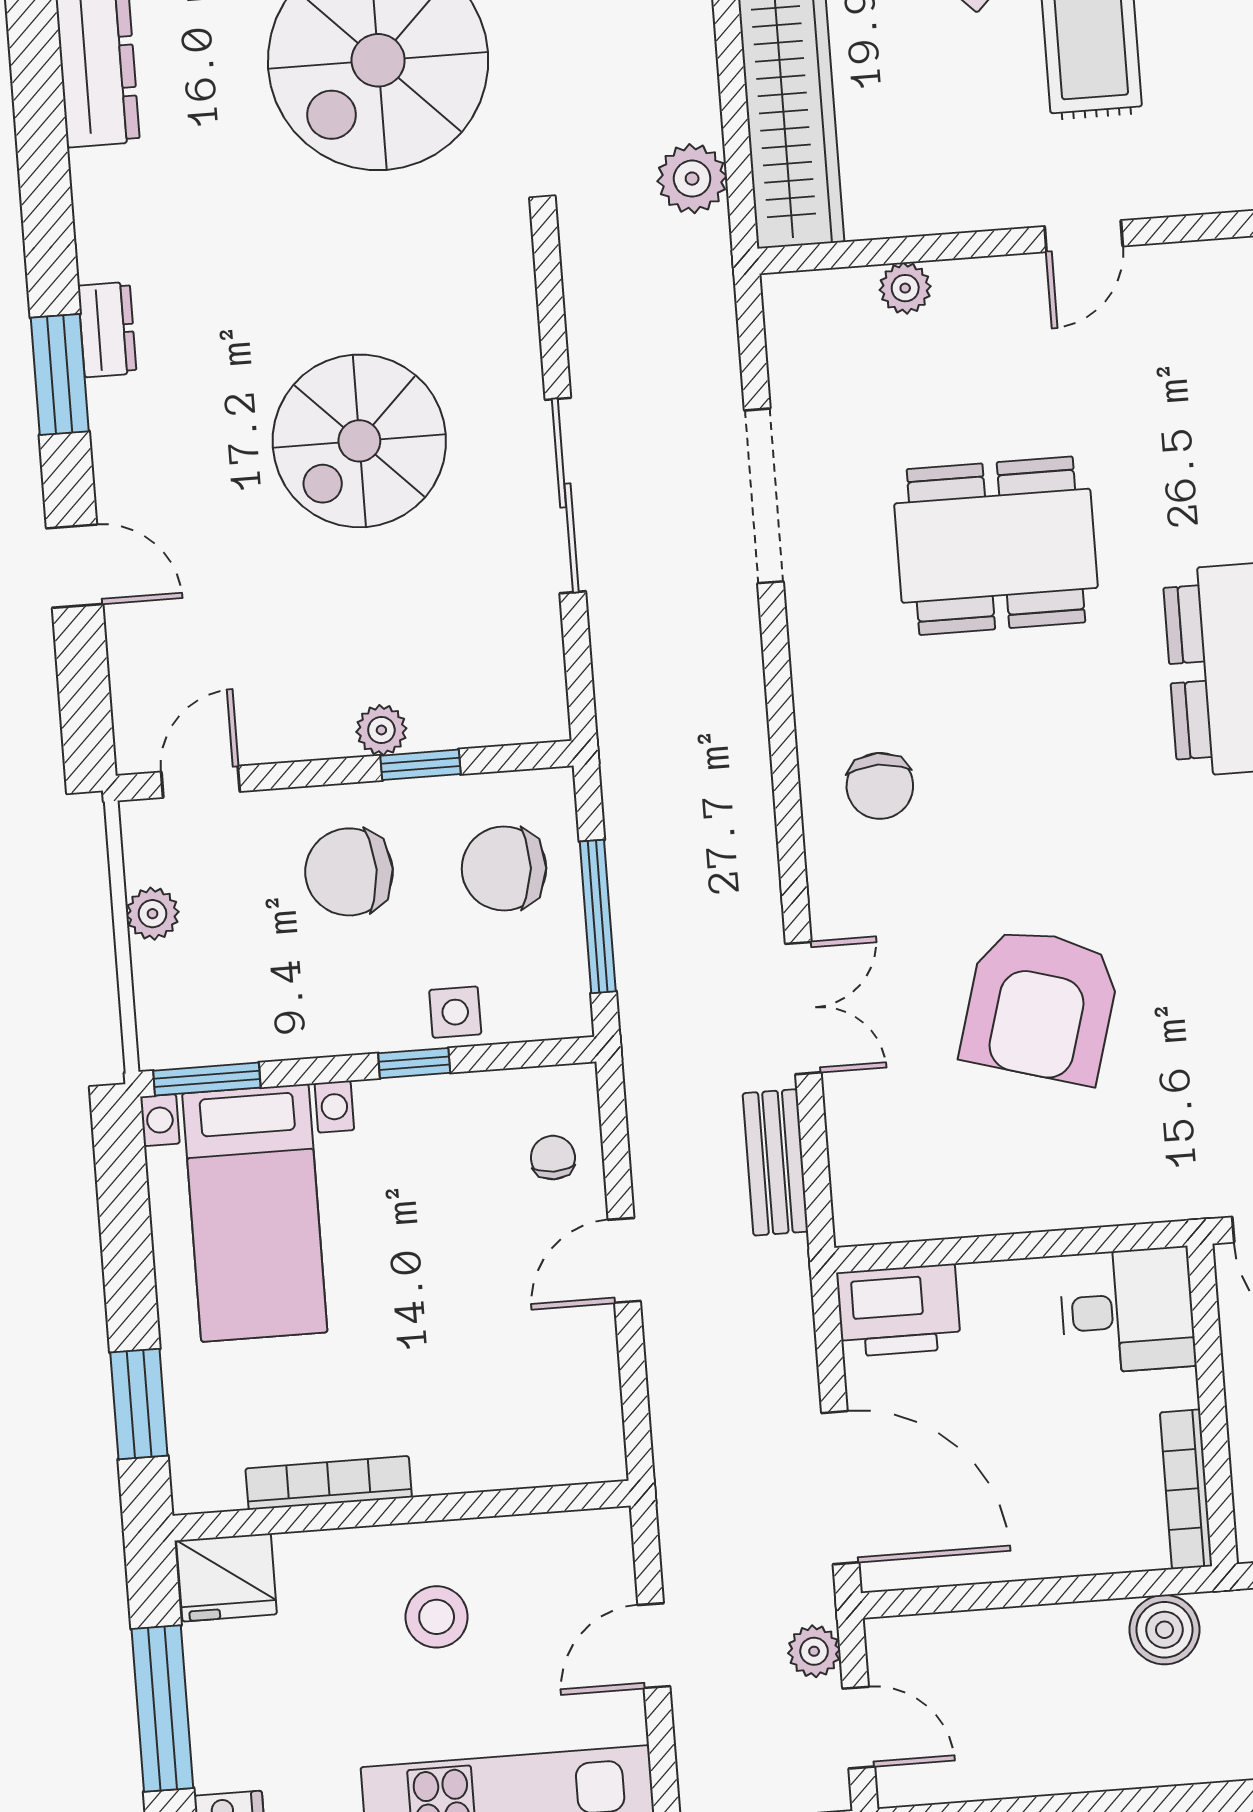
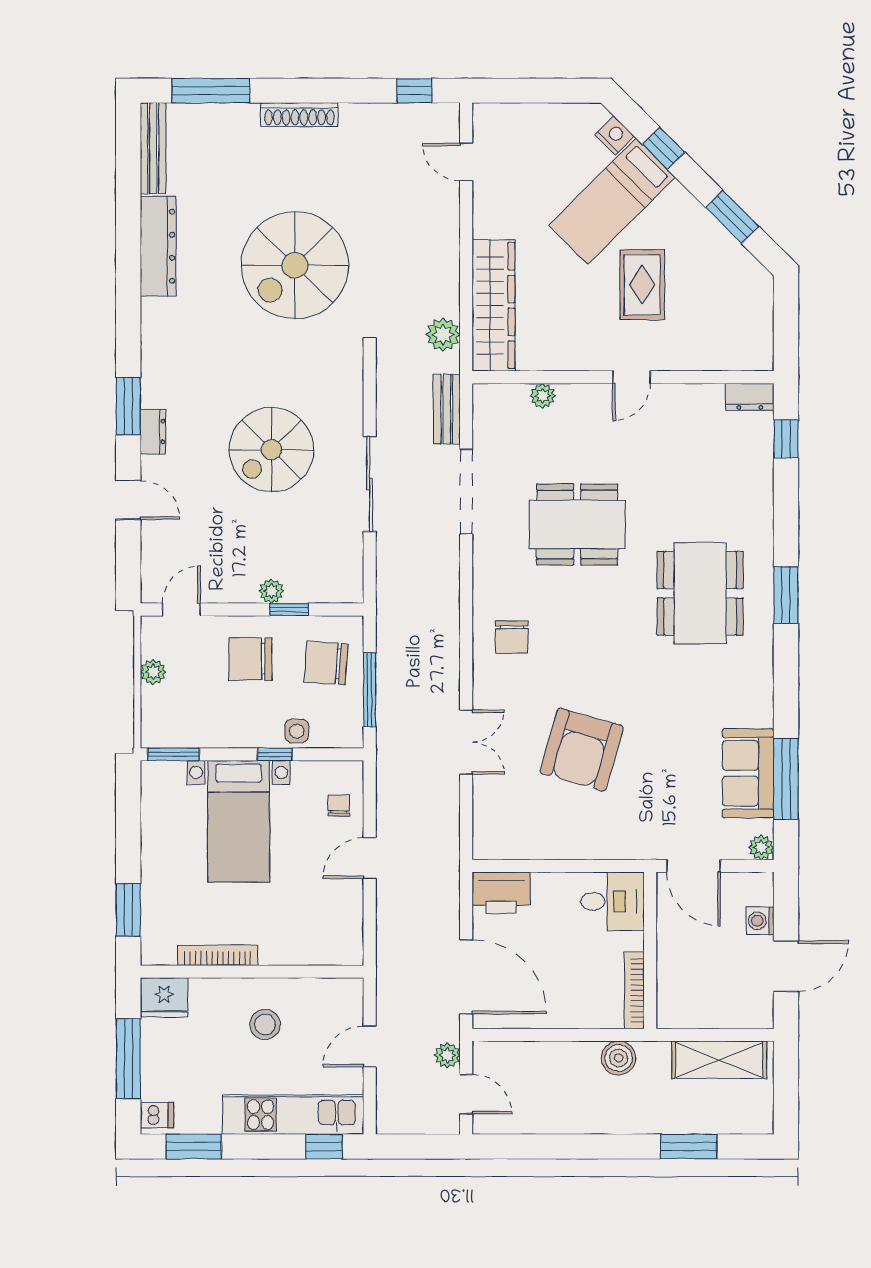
dresser: (107, 330) -> (153, 431), moved
bench: (775, 1162) -> (447, 409), moved
bed with nightstands: (255, 1213) -> (239, 821), moved

